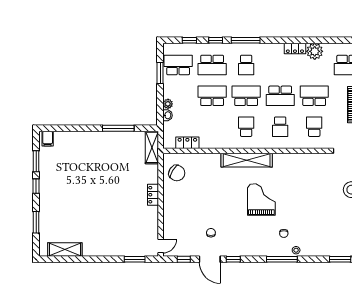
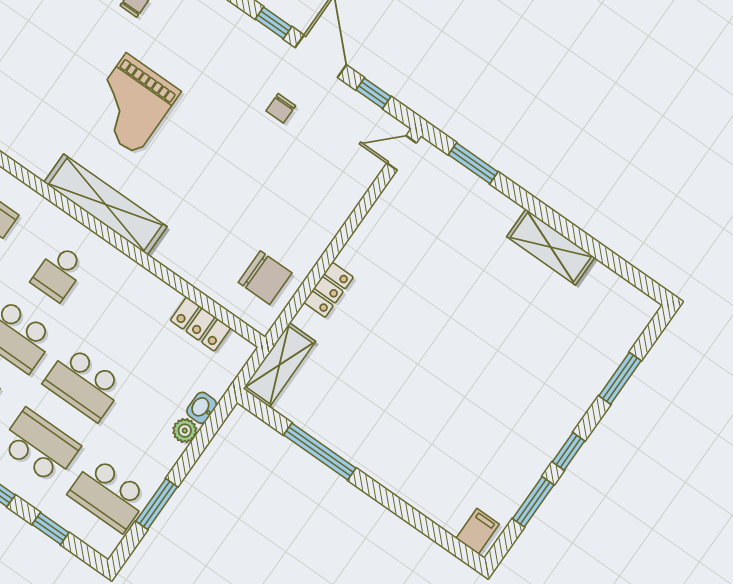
chair: (177, 173) -> (265, 278), turned 148
locker: (153, 195) -> (329, 290), moved
shelving: (65, 250) -> (551, 247), moved

